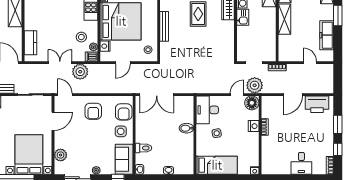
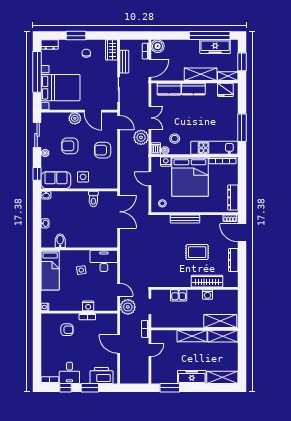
window: (338, 15) -> (170, 388), moved
kitchen sink: (243, 17) -> (179, 295), moved
kitchen counter: (30, 18) -> (193, 89), added
freezer: (327, 35) -> (192, 377), moved
door: (310, 63) -> (150, 350), moved
door: (65, 95) -> (119, 122), hinge flipped
double door: (157, 95) -> (119, 212), swing flipped
floor lamp: (252, 103) -> (111, 304), removed
printer: (317, 104) -> (101, 375), moved, turned 90
armchair: (124, 112) -> (70, 146), moved
bidet: (186, 128) -> (60, 241), moved
toilet: (144, 148) -> (93, 199), moved
armchair: (278, 148) -> (67, 330), added
plant: (61, 155) -> (75, 118), moved
desk: (301, 163) -> (69, 373), moved, turned -90

